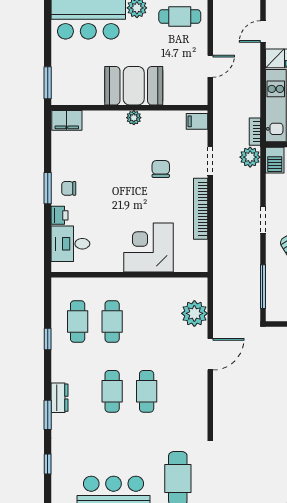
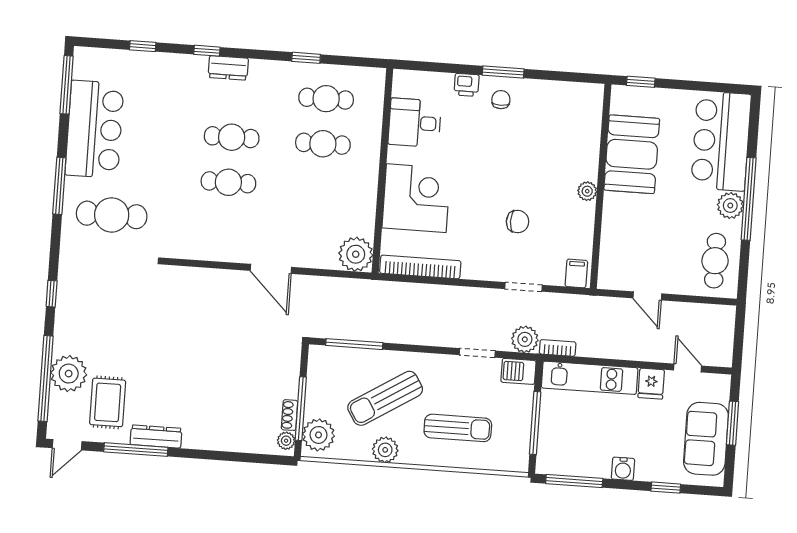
window: (48, 83) -> (641, 82), width x0.67
booth: (134, 86) -> (632, 154), moved
filing cabinet: (67, 120) -> (590, 103), removed
bookcase: (201, 209) -> (420, 267), moved
doorway: (263, 220) -> (477, 353), moved
desk: (70, 244) -> (415, 123), moved, turned -90
plant: (194, 313) -> (356, 254), moved
window: (48, 415) -> (207, 51), width x0.67

